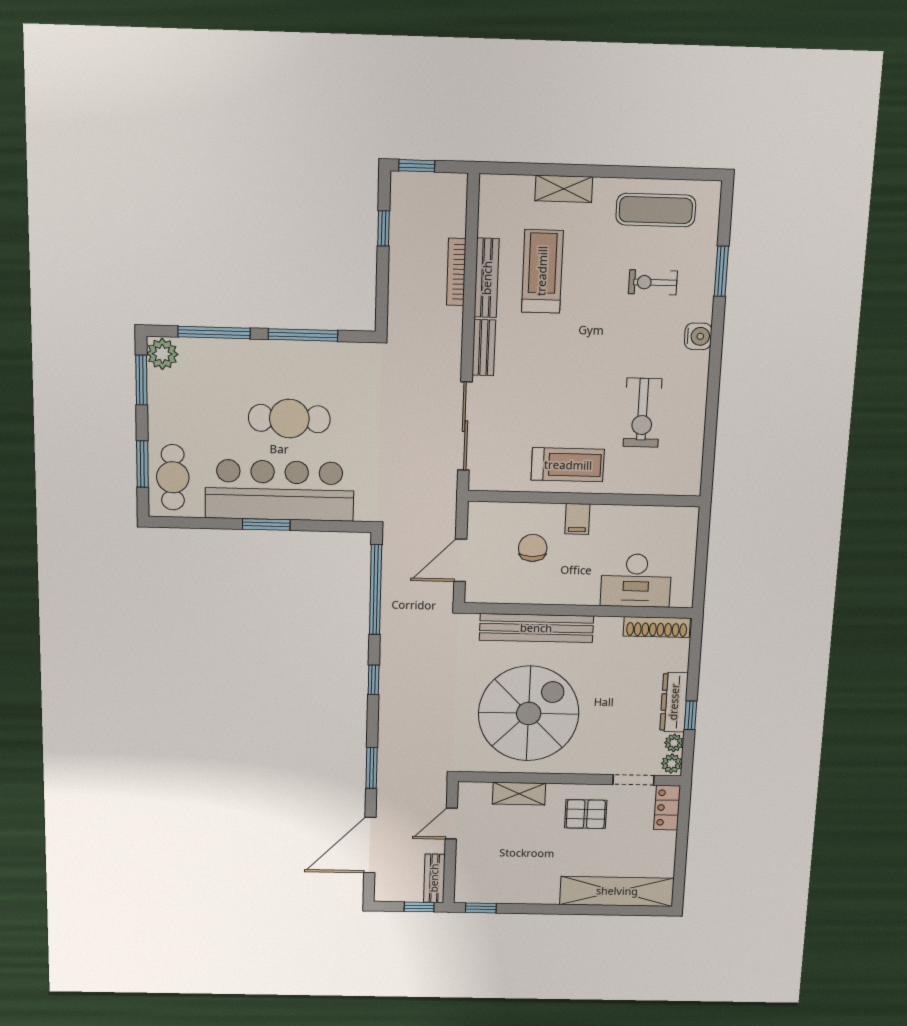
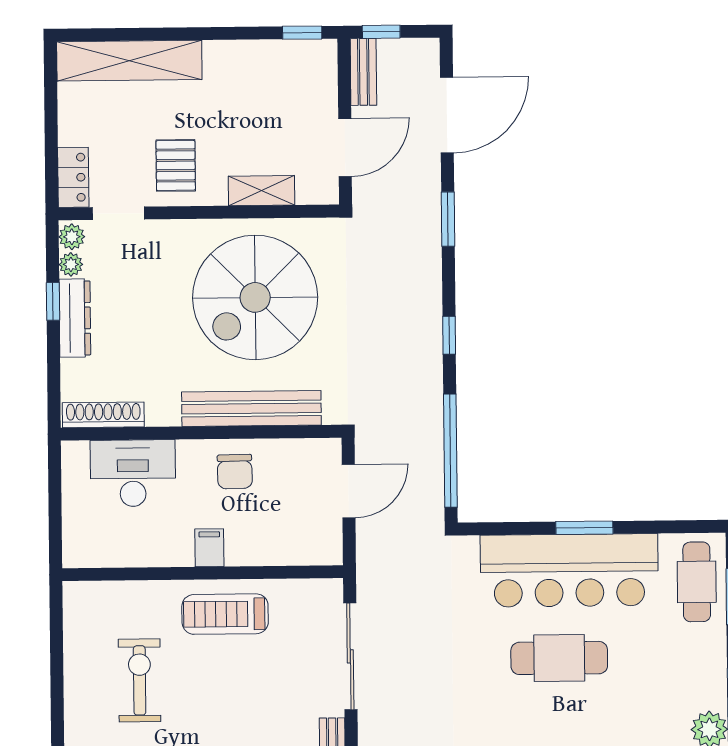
chair: (533, 548) -> (235, 472), moved
pallet: (586, 814) -> (176, 165), turned 90
door: (451, 824) -> (345, 147), width x1.38

